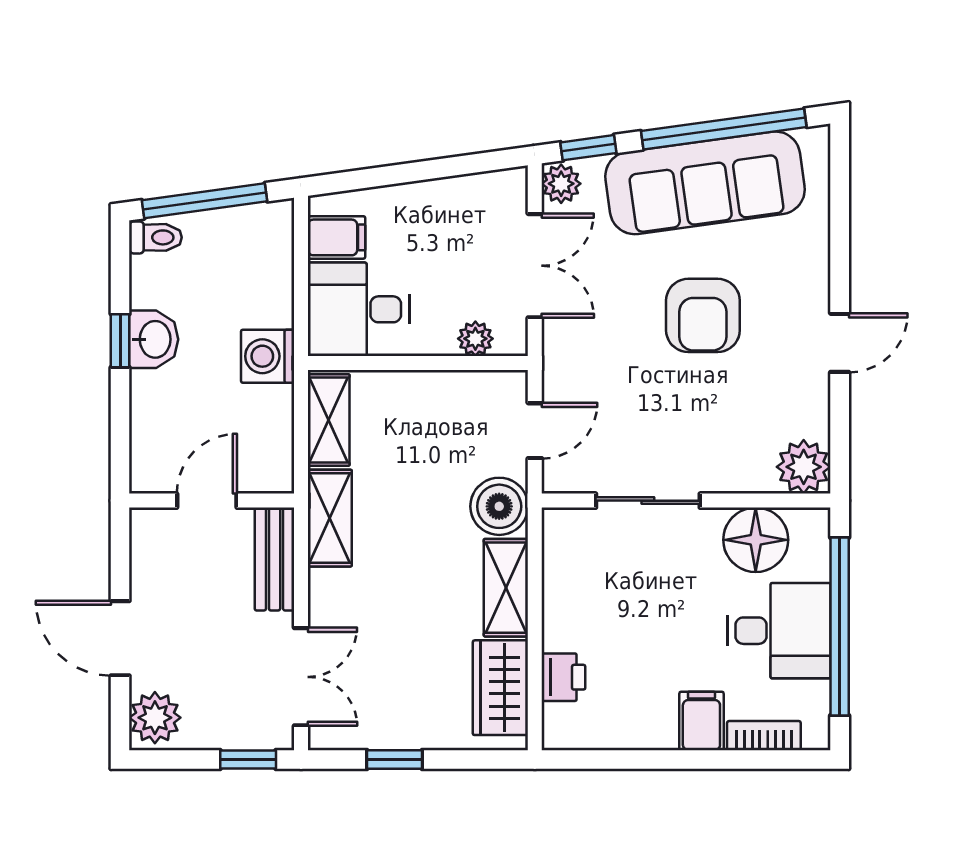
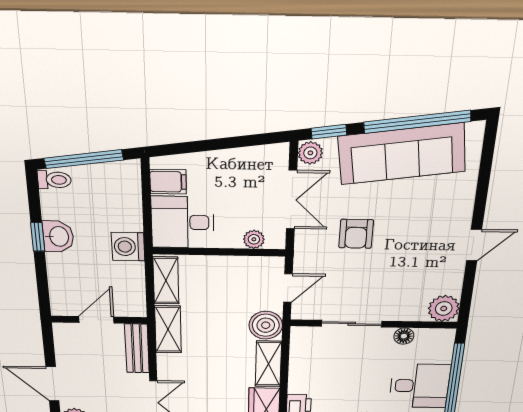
armchair: (703, 315) -> (356, 234), moved, width x0.72, depth x0.72
floor lamp: (756, 540) -> (404, 336), width x0.53, depth x0.53

